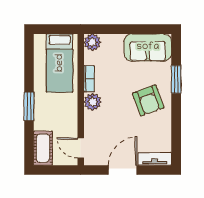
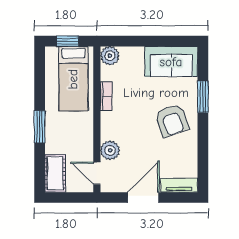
window: (54, 29) -> (67, 41), added
plant: (93, 102) -> (110, 150), moved

